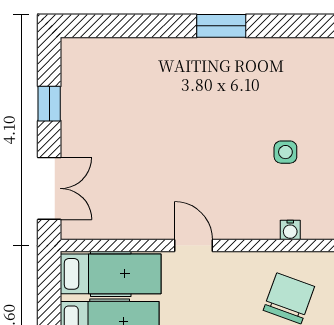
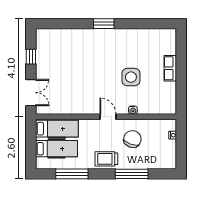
side table: (285, 152) -> (131, 77), width x1.87, depth x1.87
door: (194, 246) -> (108, 117), moved

